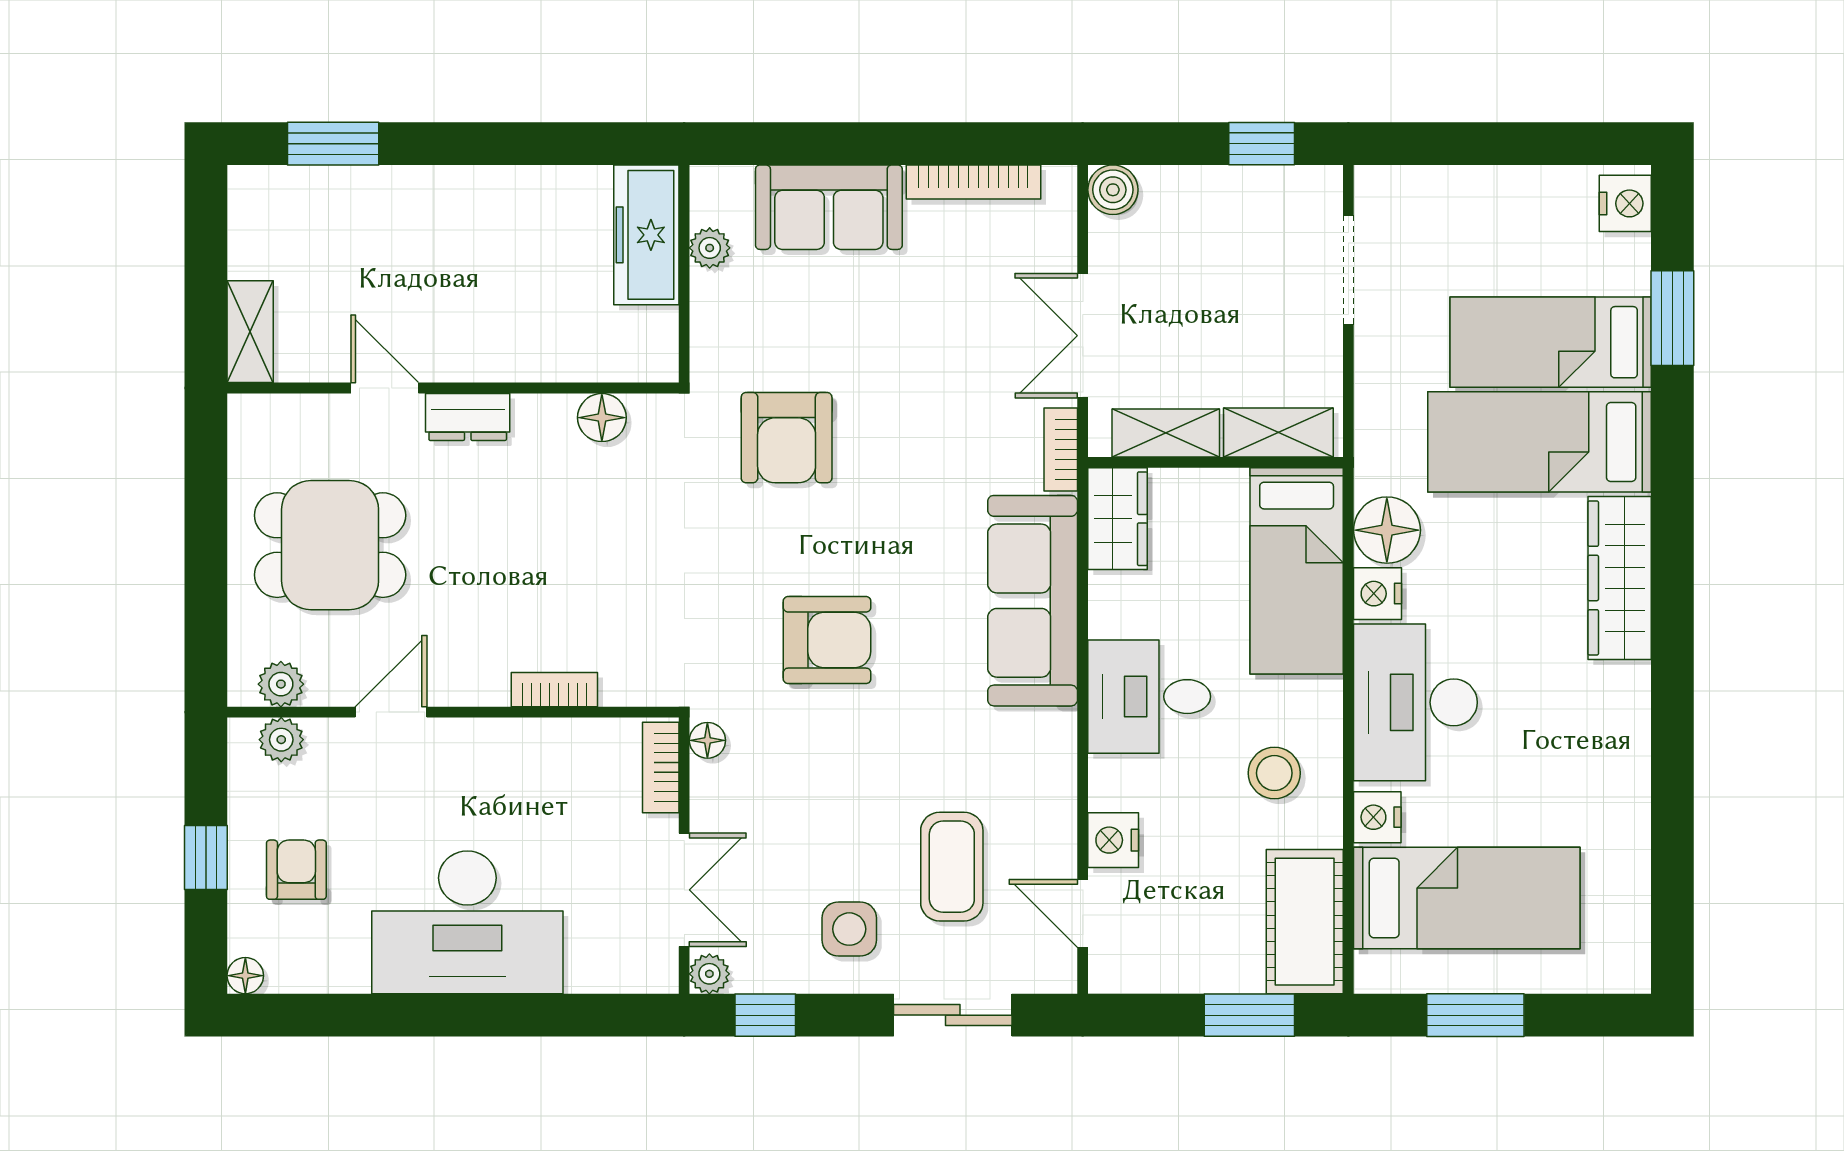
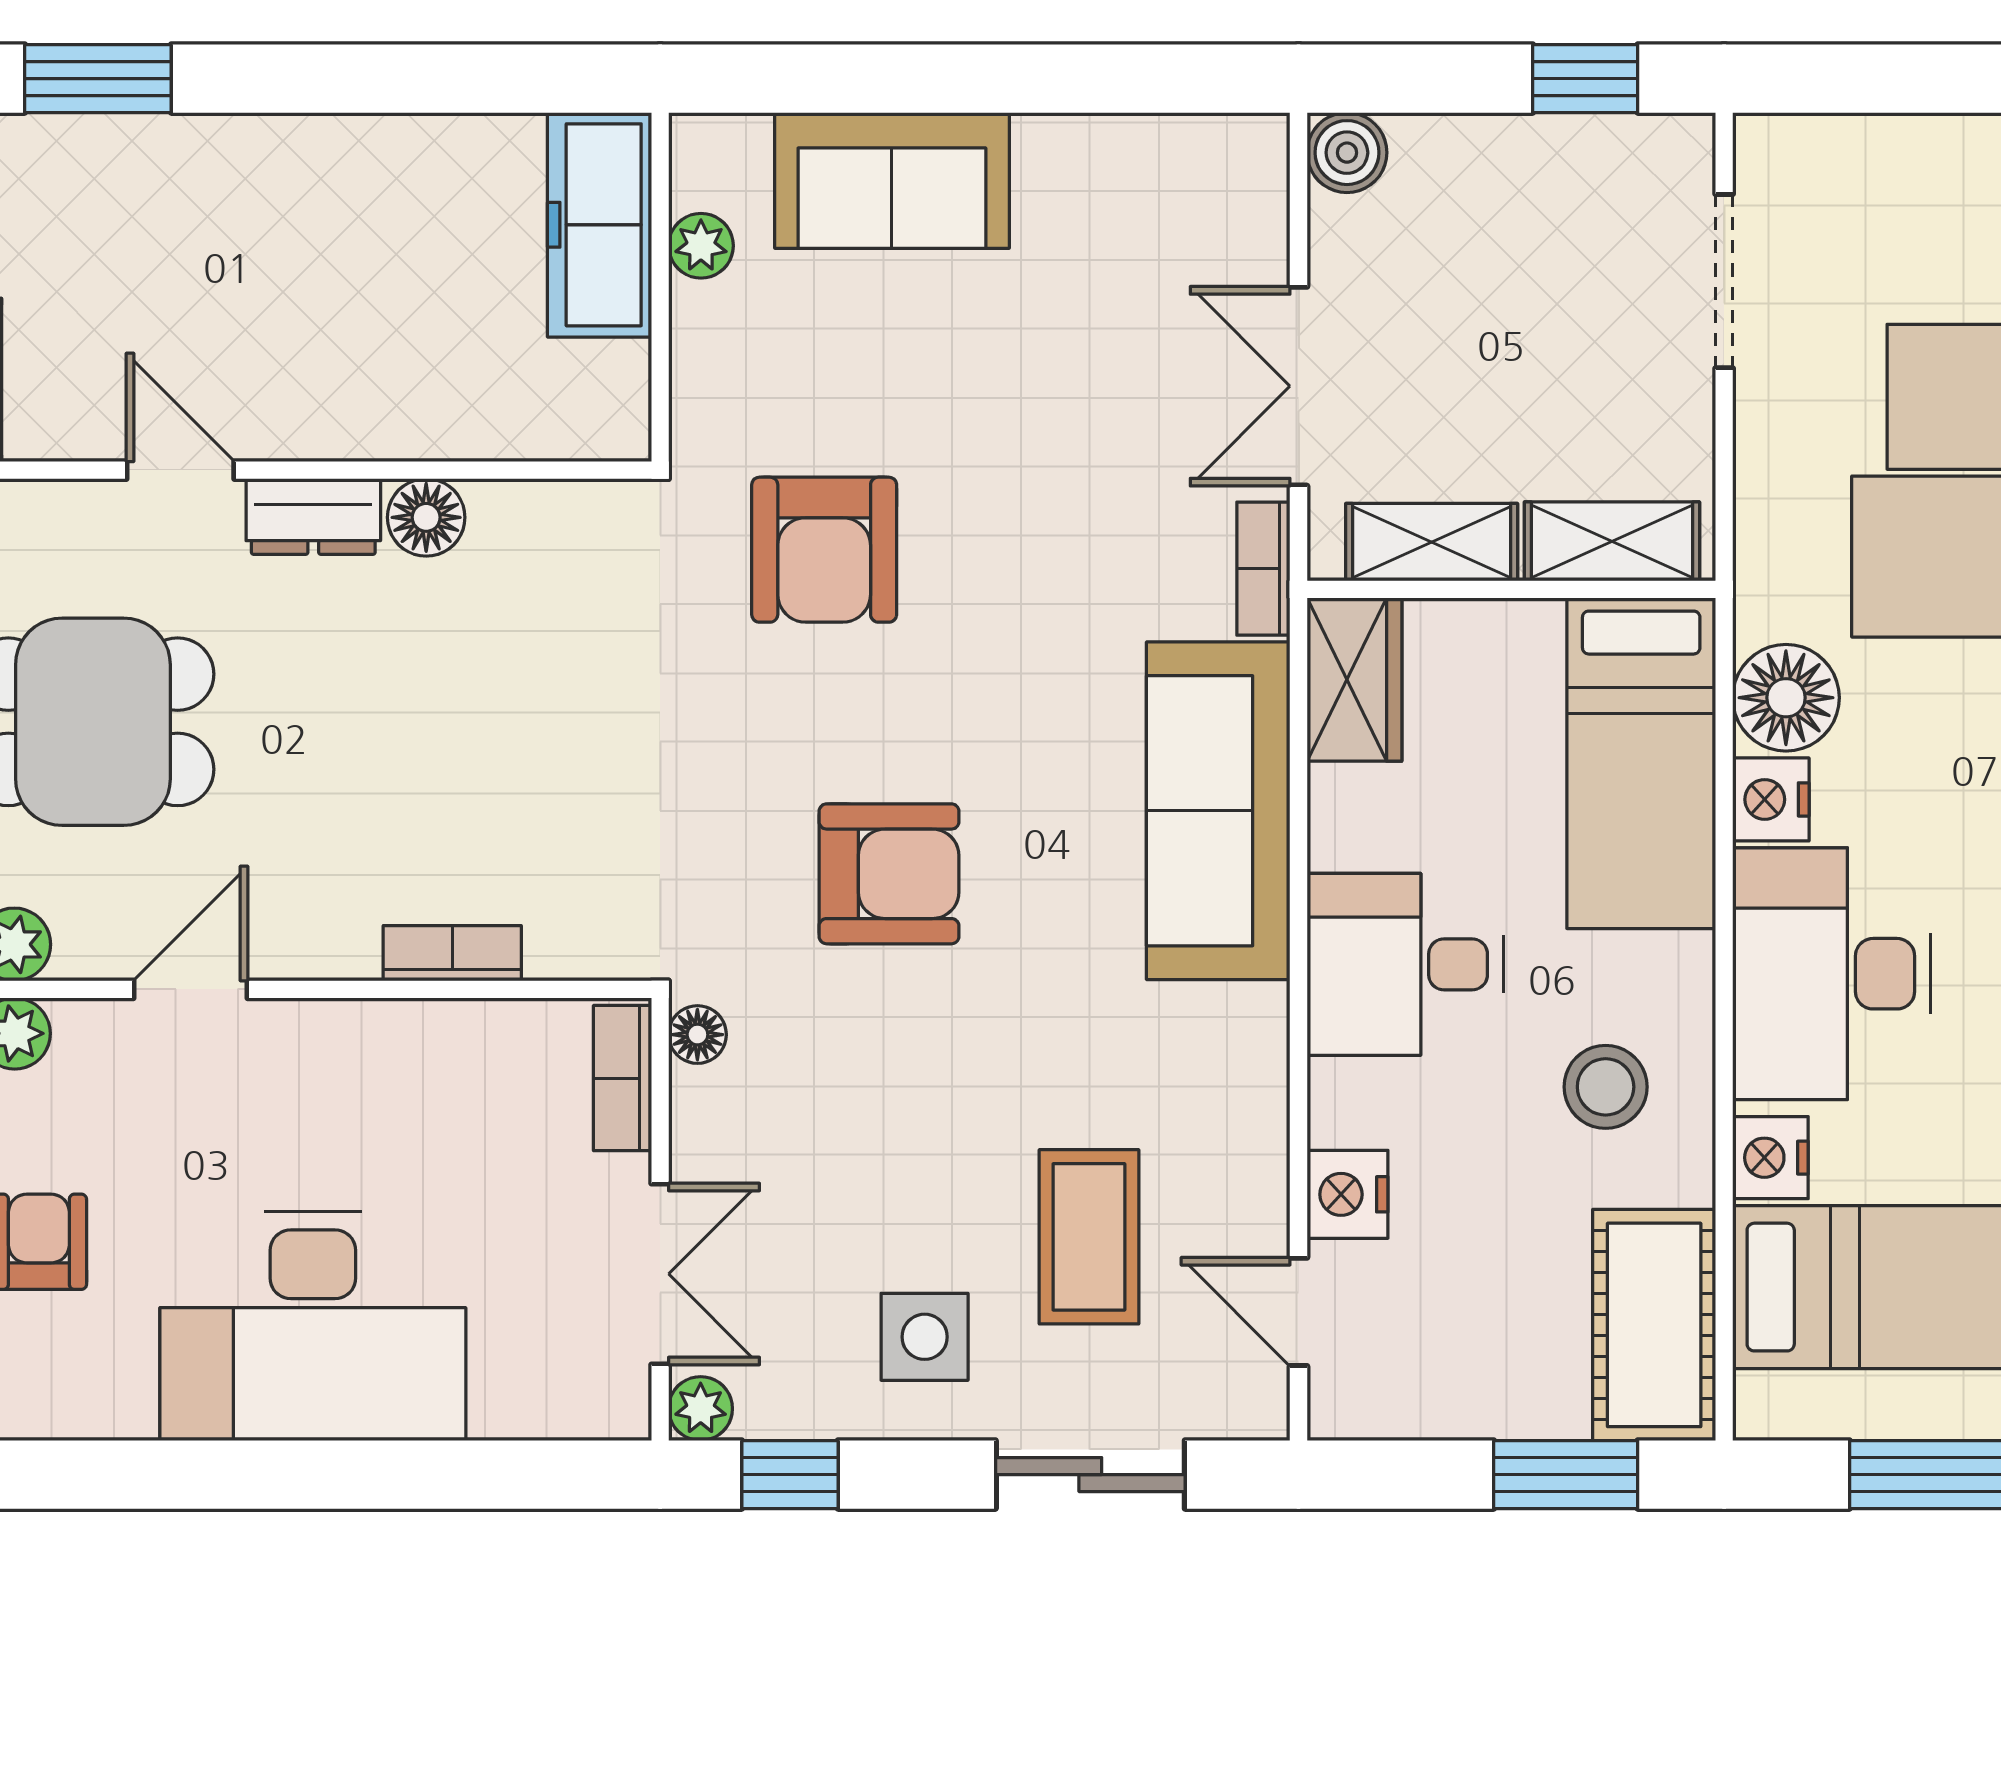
bookcase: (973, 182) -> (1124, 140), removed
floor lamp: (602, 418) -> (426, 517), moved

